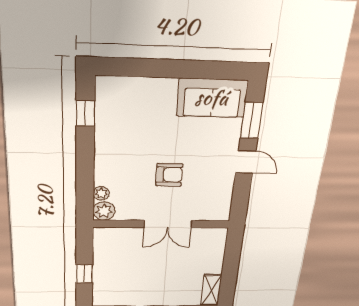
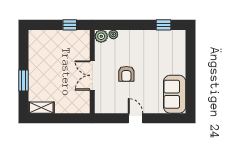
window: (252, 120) -> (162, 118), removed
door: (246, 162) -> (136, 118), swing flipped
window: (84, 274) -> (70, 25), moved

